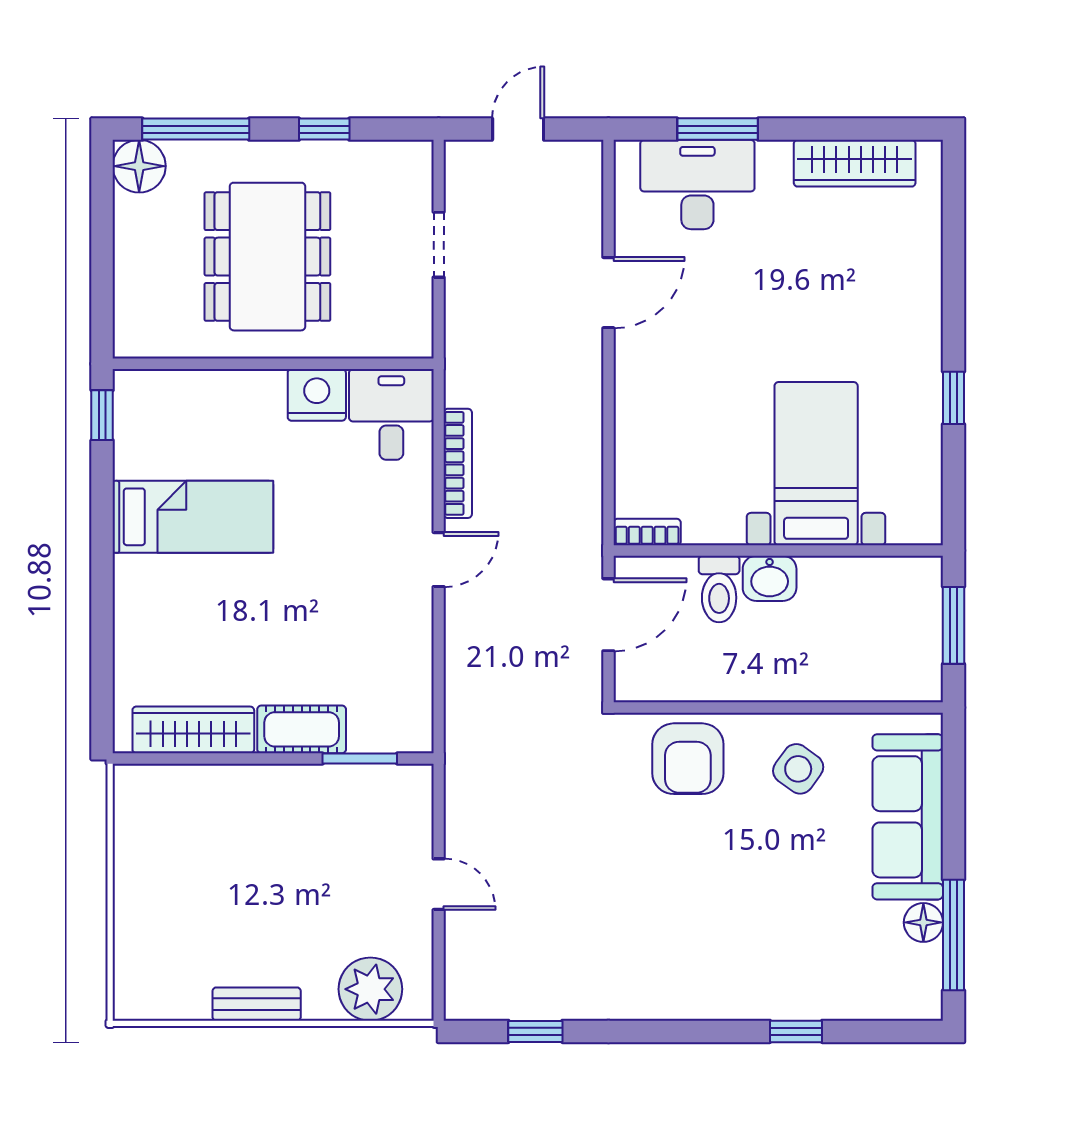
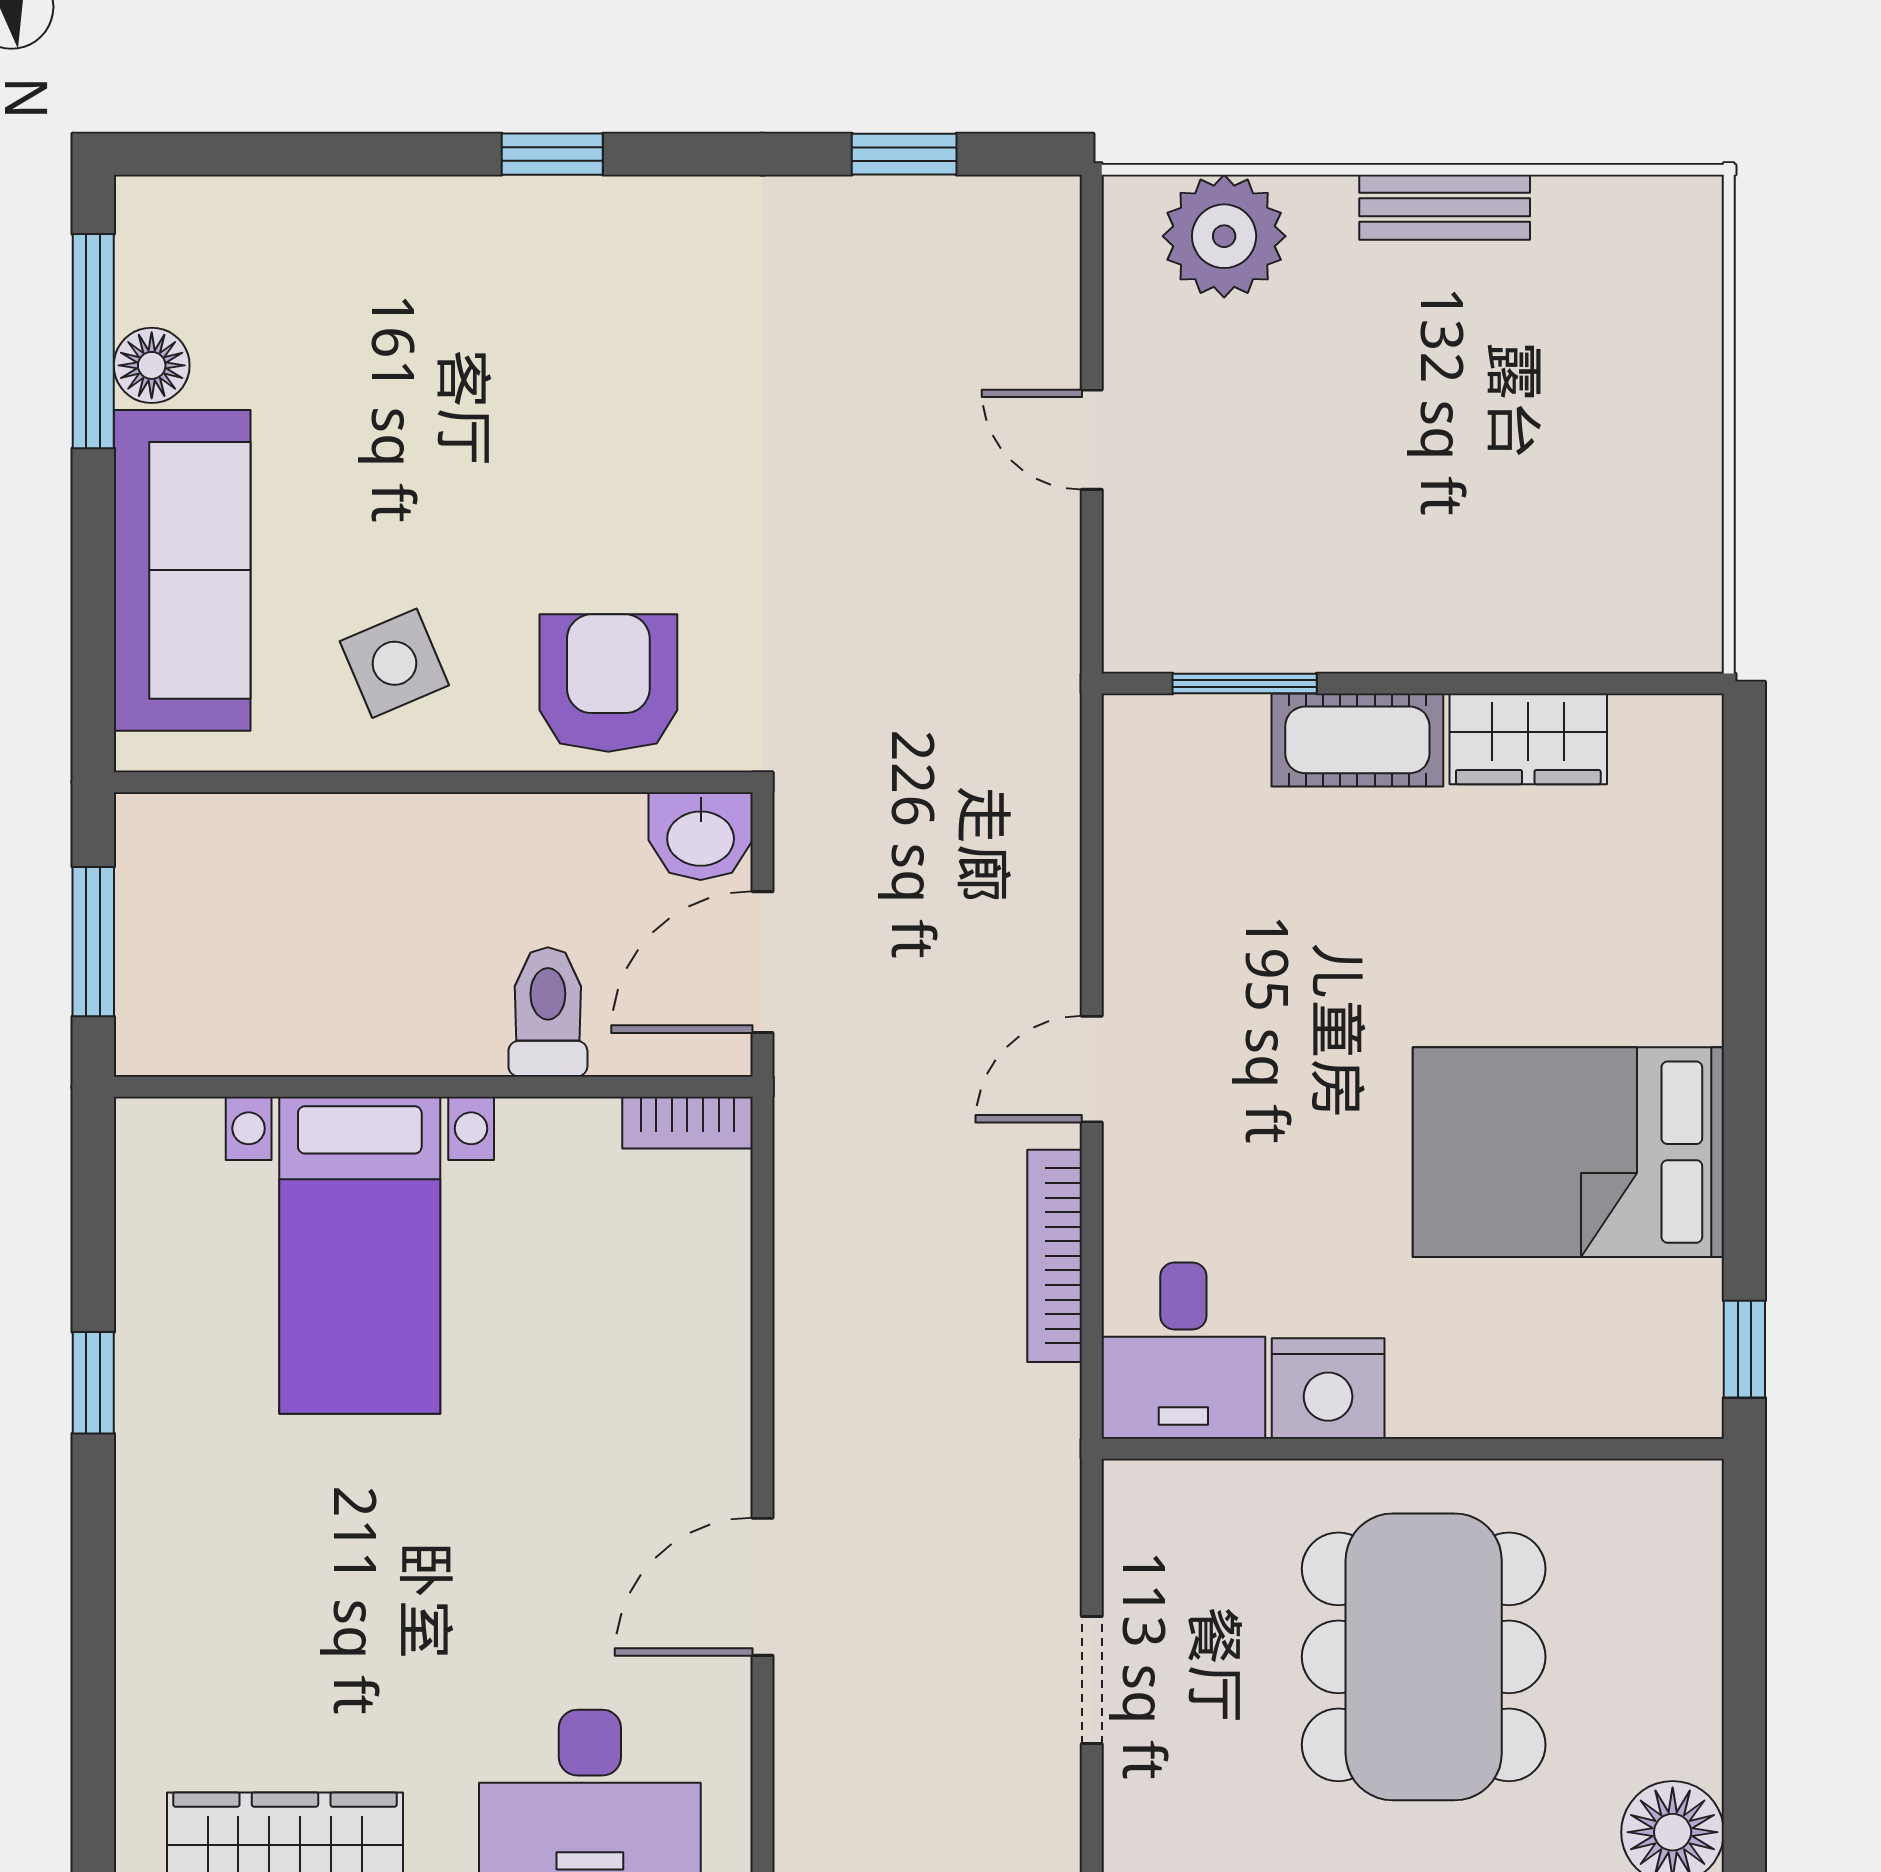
bed: (193, 517) -> (1568, 1152), width x1.50
washbasin: (770, 578) -> (701, 836), moved, turned 180
wardrobe: (193, 730) -> (1528, 739), width x0.67
side table: (798, 769) -> (394, 663), turned 31
window: (796, 1031) -> (552, 154), moved

